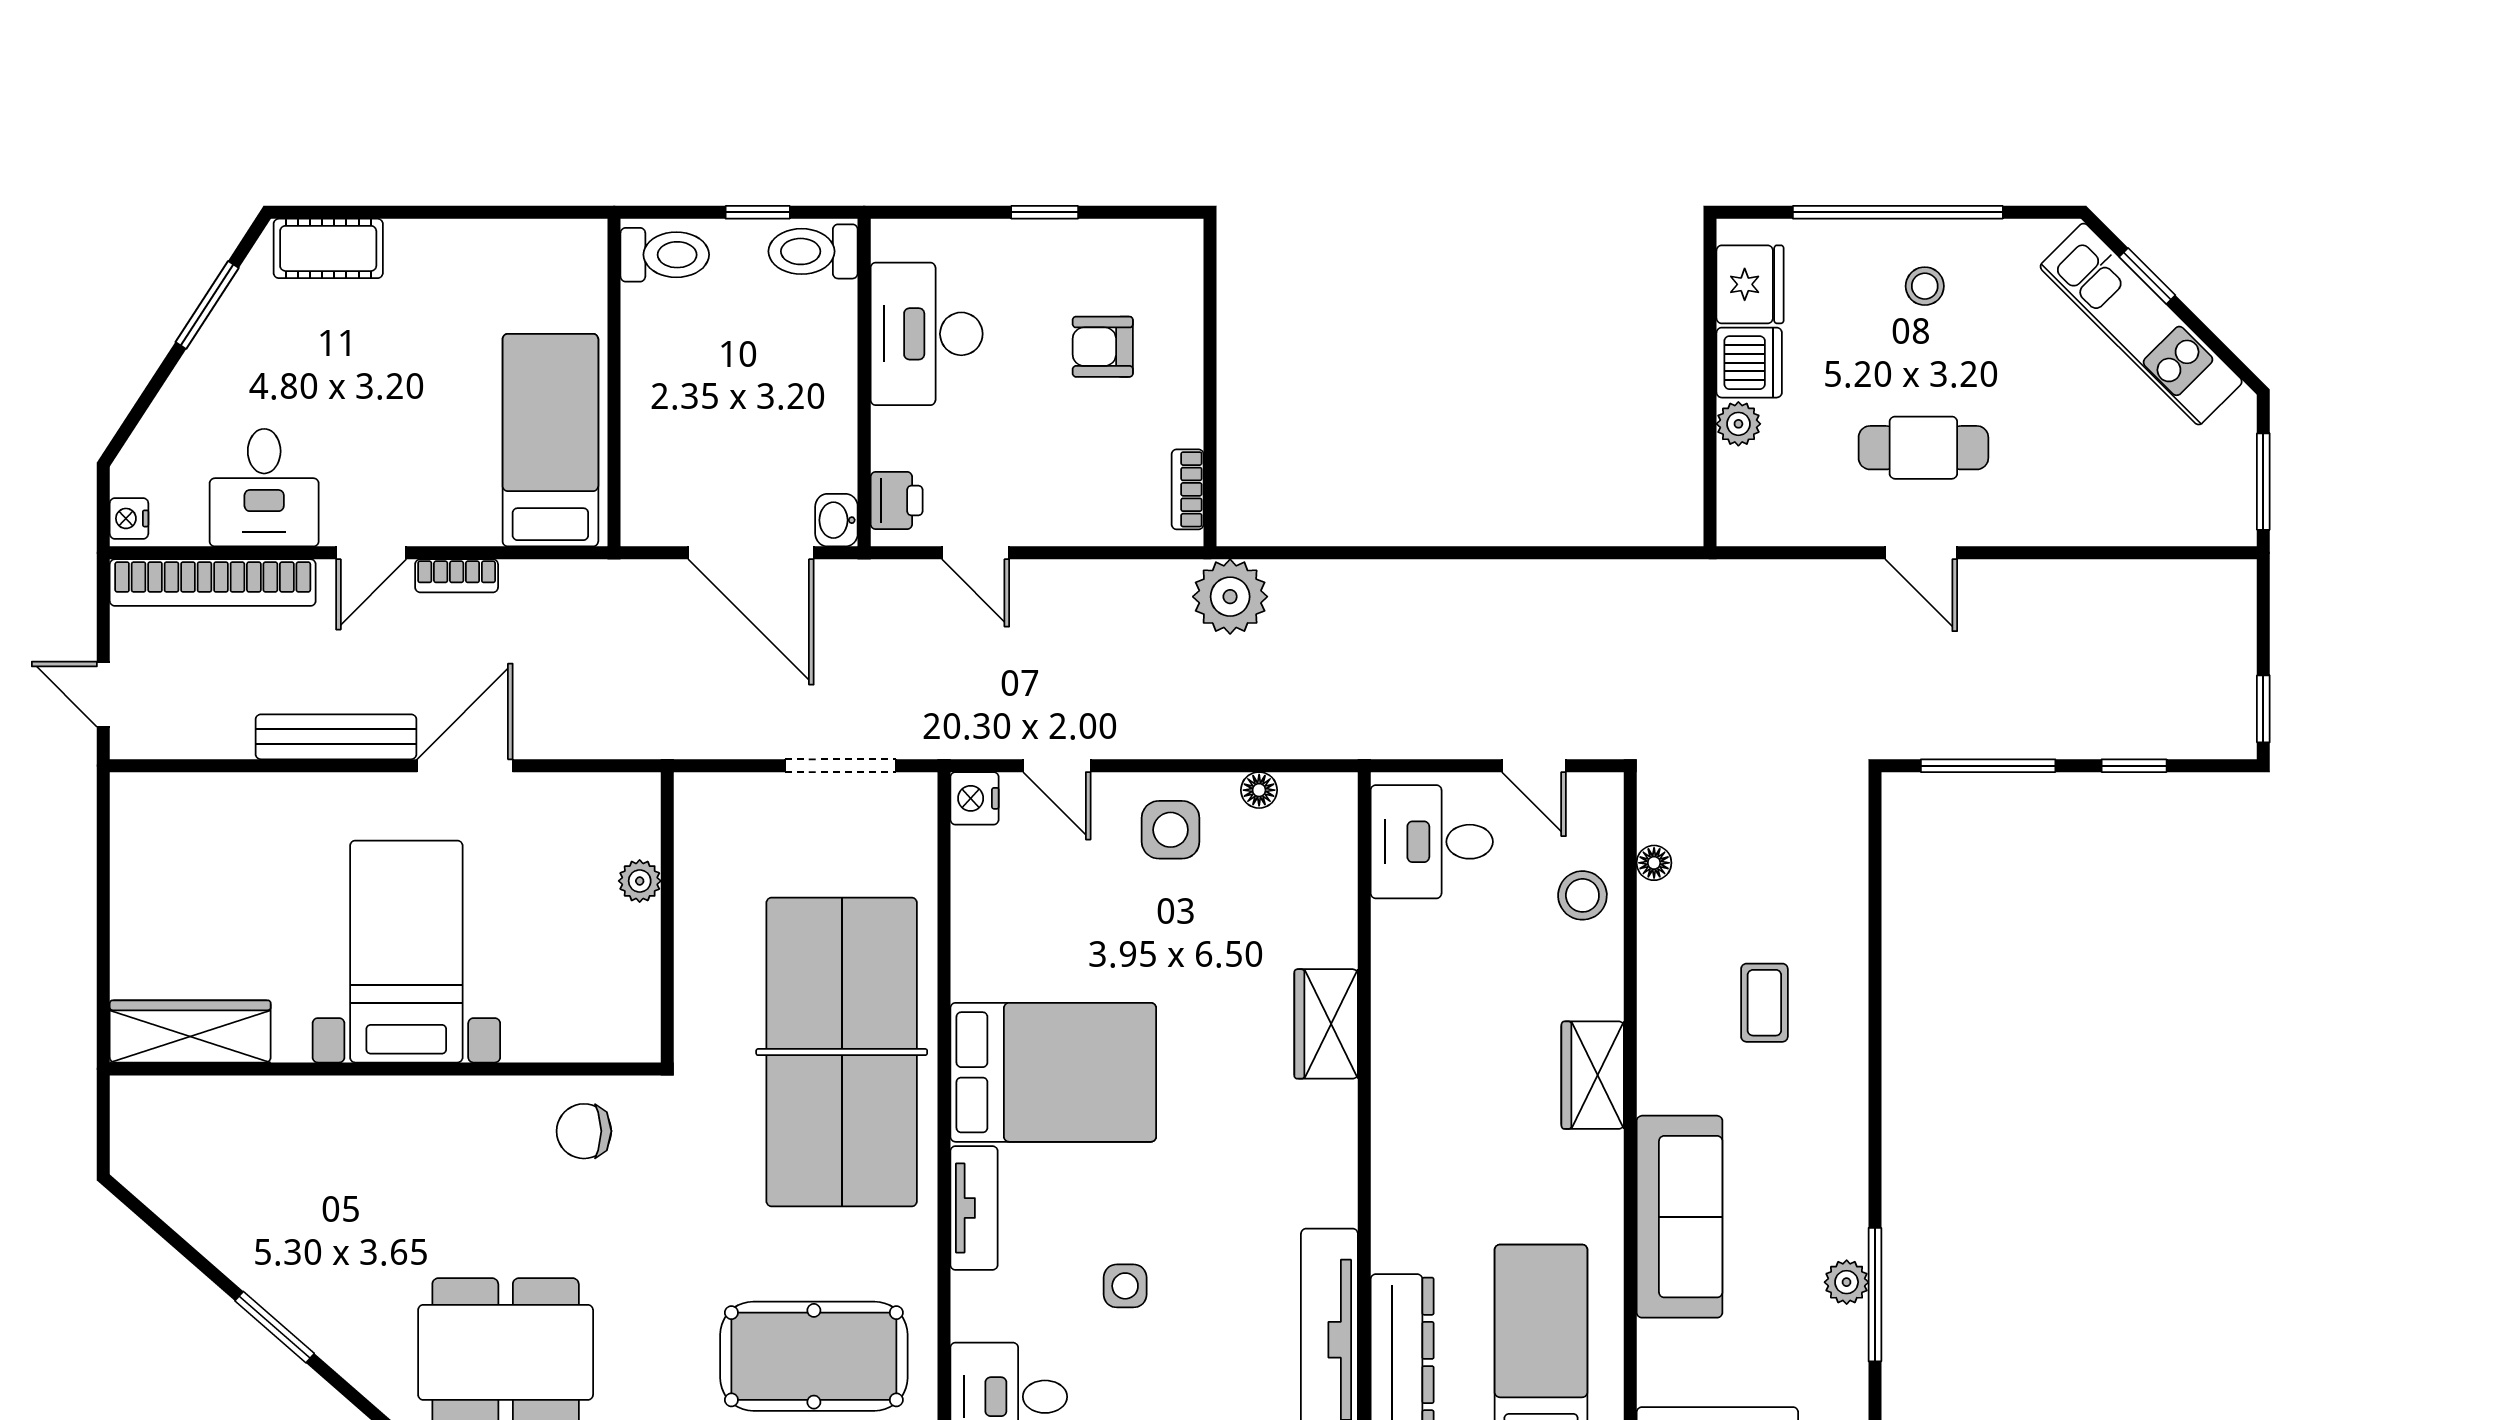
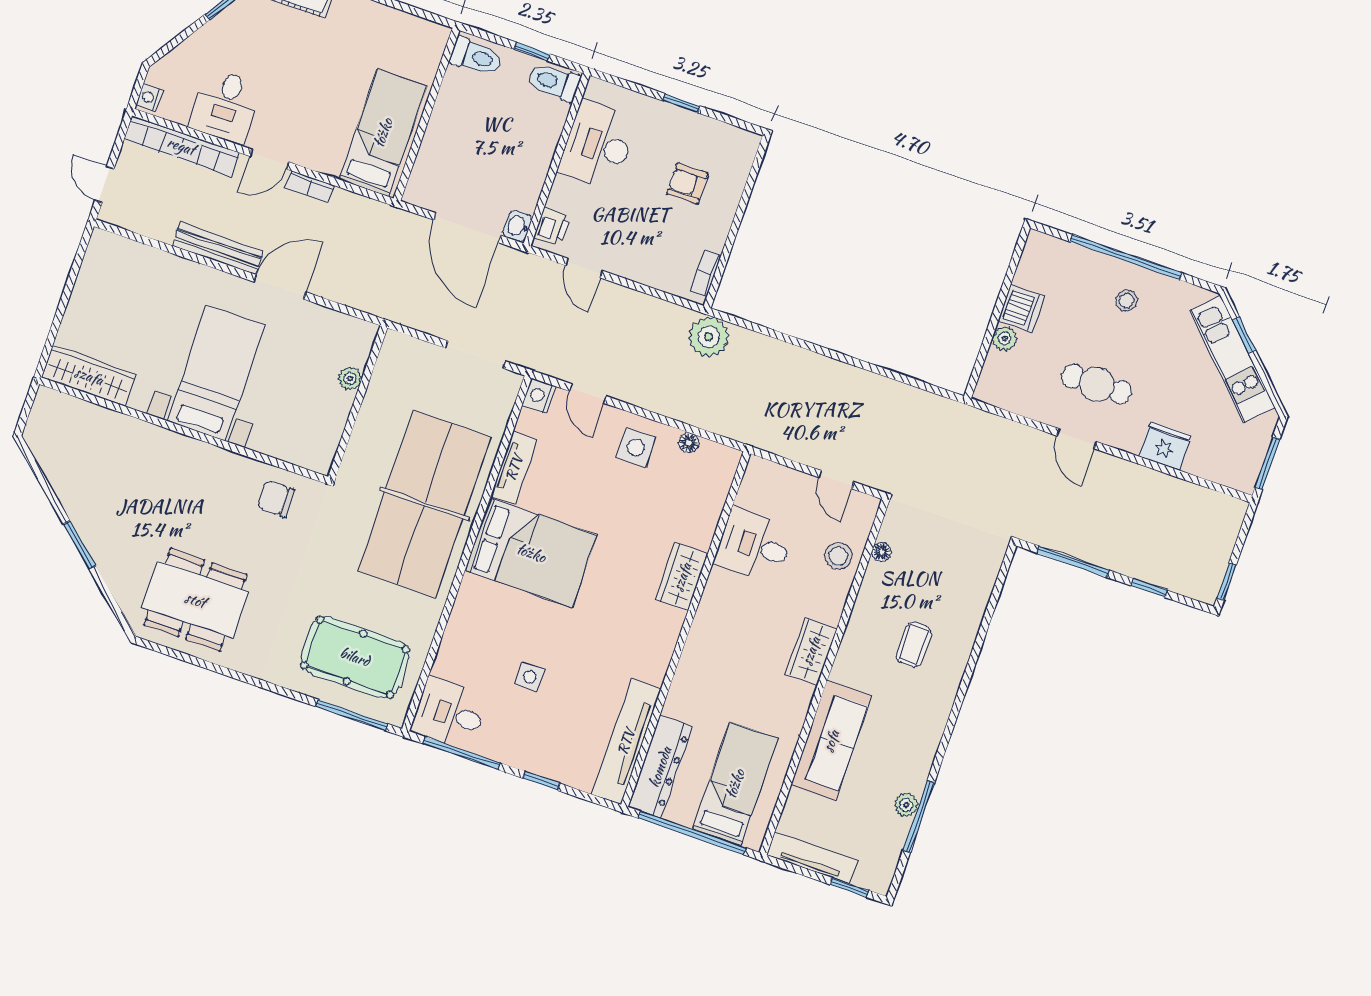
fridge: (1750, 284) -> (1165, 446), moved, turned -90
desk: (1432, 842) -> (754, 545), moved
tv unit: (974, 1208) -> (514, 468), moved

